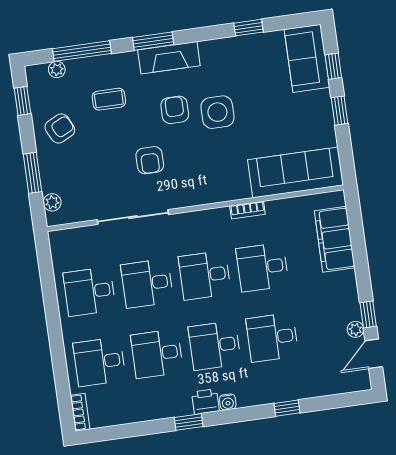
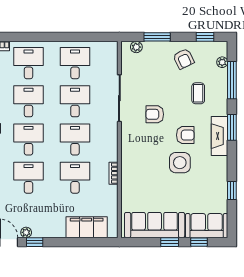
sofa: (295, 172) -> (155, 225), moved, turned -90

